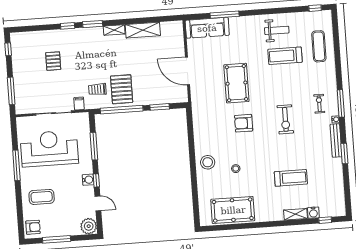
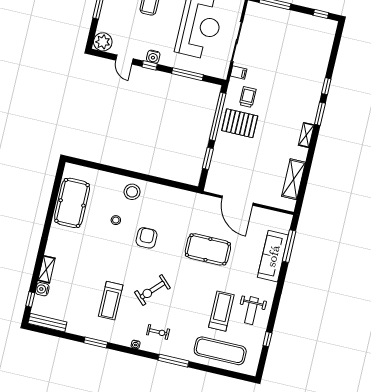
window: (315, 8) -> (267, 339), moved
window: (225, 15) -> (289, 246), moved
sofa: (207, 28) -> (273, 256), moved
shelving: (143, 30) -> (293, 179), moved
exercise mat: (319, 46) -> (220, 351), width x1.36, depth x1.45
pallet: (53, 61) -> (293, 59), removed
door: (187, 71) -> (237, 201), swing flipped
window: (341, 103) -> (173, 361), moved
exercise bike: (285, 119) -> (152, 290), turned -46
armchair: (244, 123) -> (147, 238), moved
bench: (336, 141) -> (47, 323), moved
treadmill: (291, 178) -> (111, 301), moved
door: (98, 203) -> (124, 60), hinge flipped

